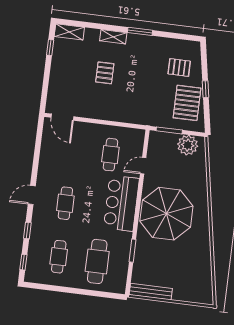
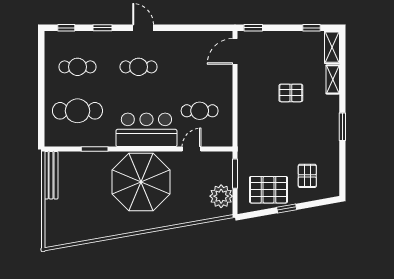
shelving: (113, 37) -> (333, 79), moved
window: (44, 99) -> (253, 28), added
door: (143, 166) -> (192, 149), hinge flipped

